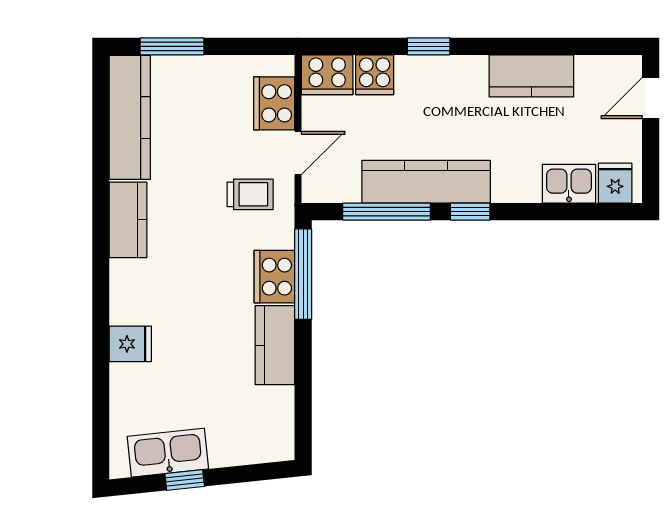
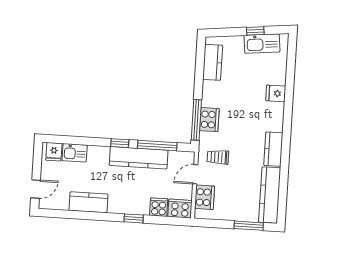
kitchen counter: (275, 345) -> (213, 62), moved

